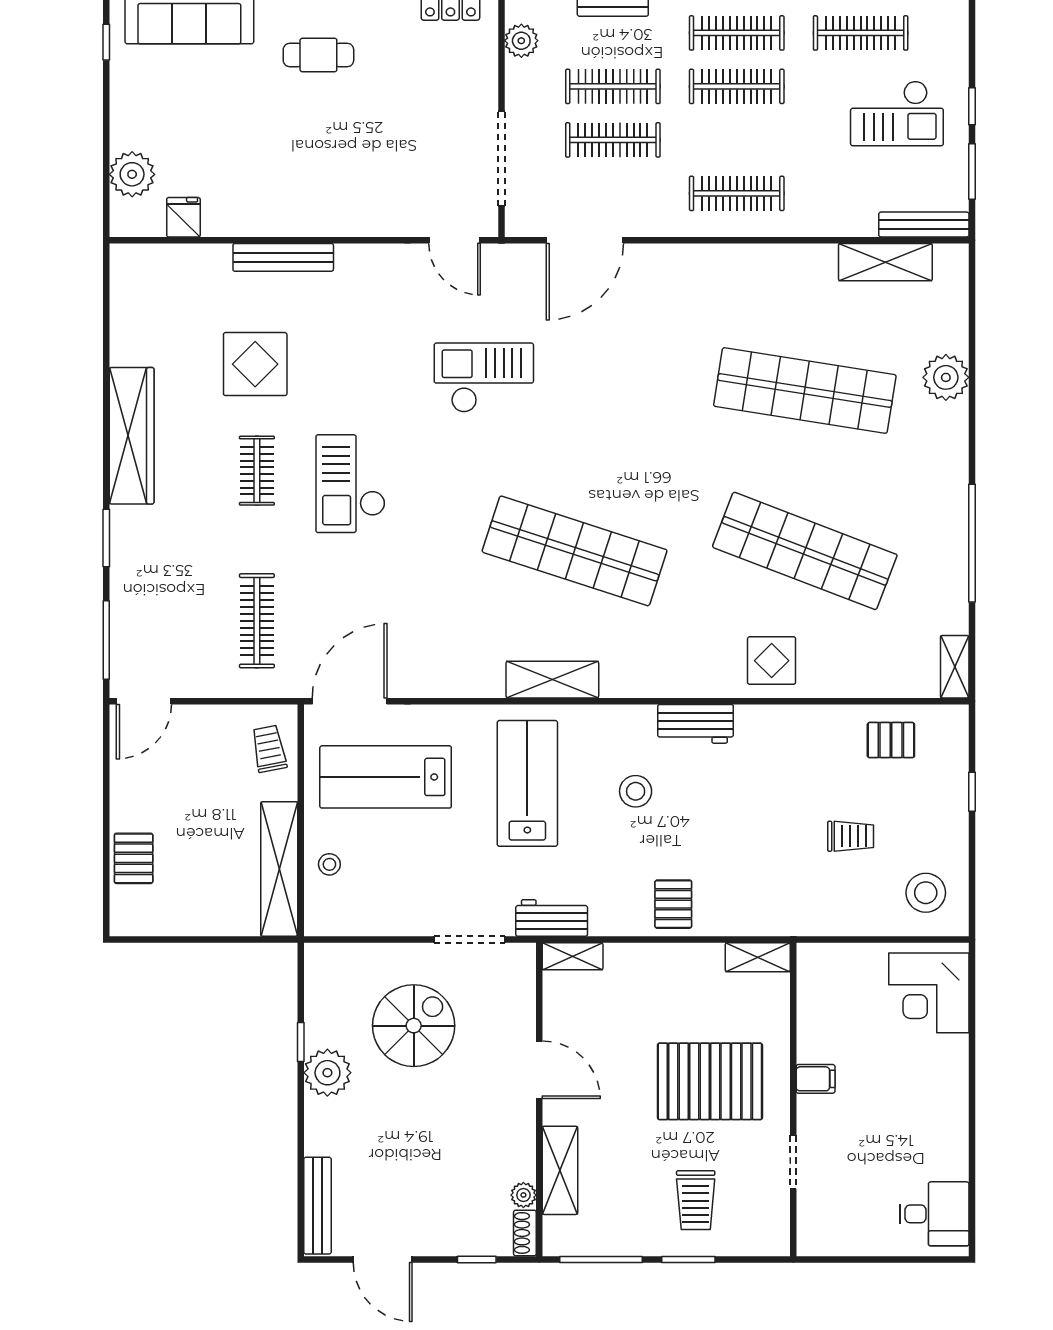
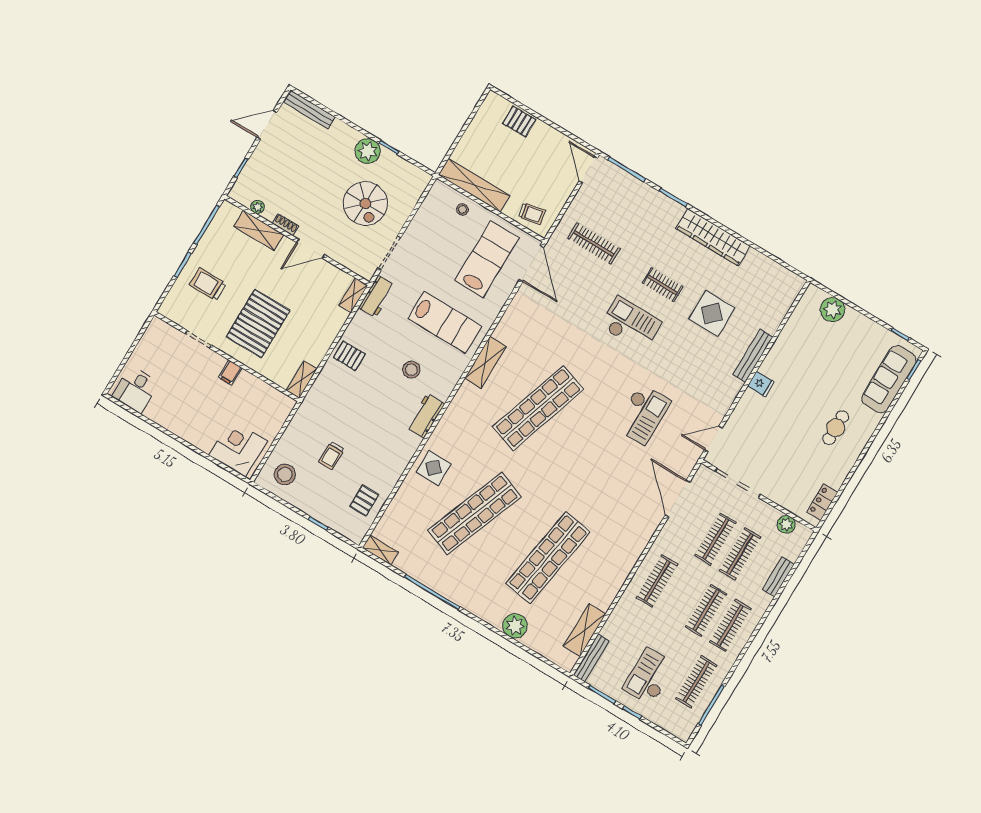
fridge: (183, 217) -> (761, 384), moved
shoe rack: (525, 1233) -> (285, 225), moved

